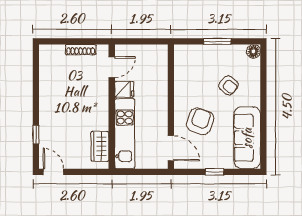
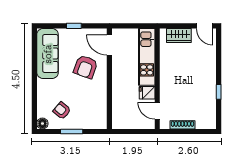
door: (112, 67) -> (157, 111), hinge flipped
armchair: (228, 85) -> (62, 111), moved
window: (36, 135) -> (219, 92), moved
wardrobe: (100, 146) -> (179, 35), moved, turned 90

